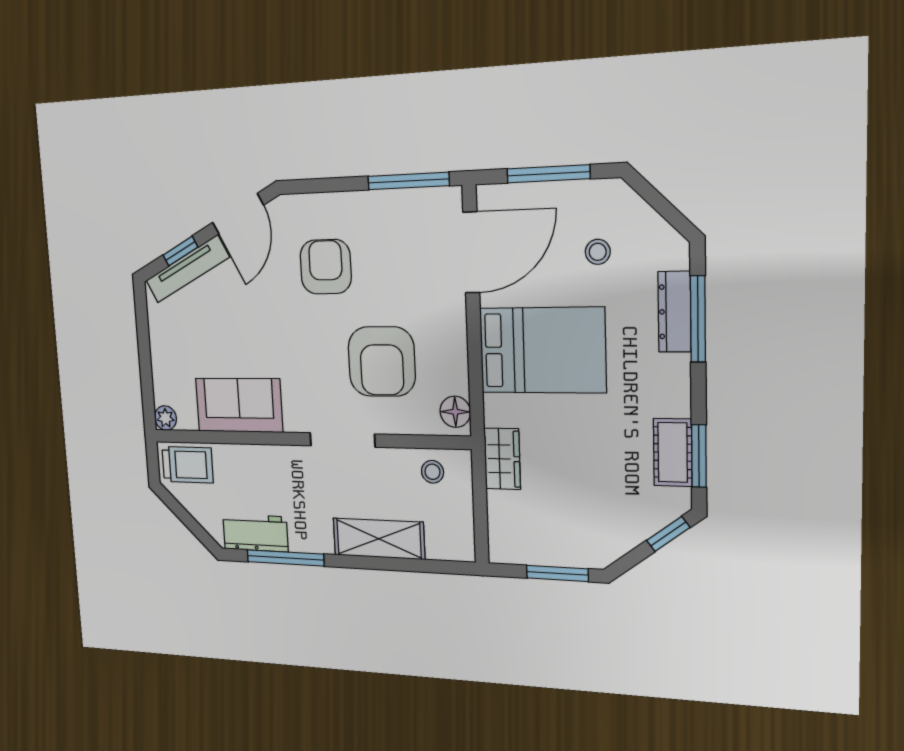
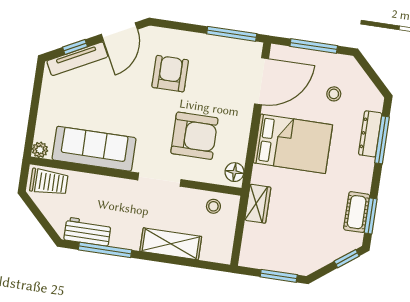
armchair: (382, 362) -> (194, 136), turned -90
sofa: (239, 405) -> (94, 149), width x1.36

